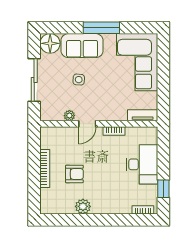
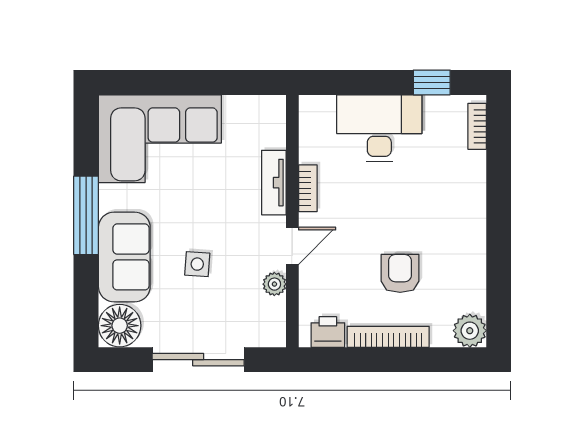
tv unit: (143, 115) -> (274, 183), moved
door: (87, 124) -> (292, 246), hinge flipped
printer: (47, 140) -> (328, 332), added
plant: (83, 206) -> (470, 331), moved

